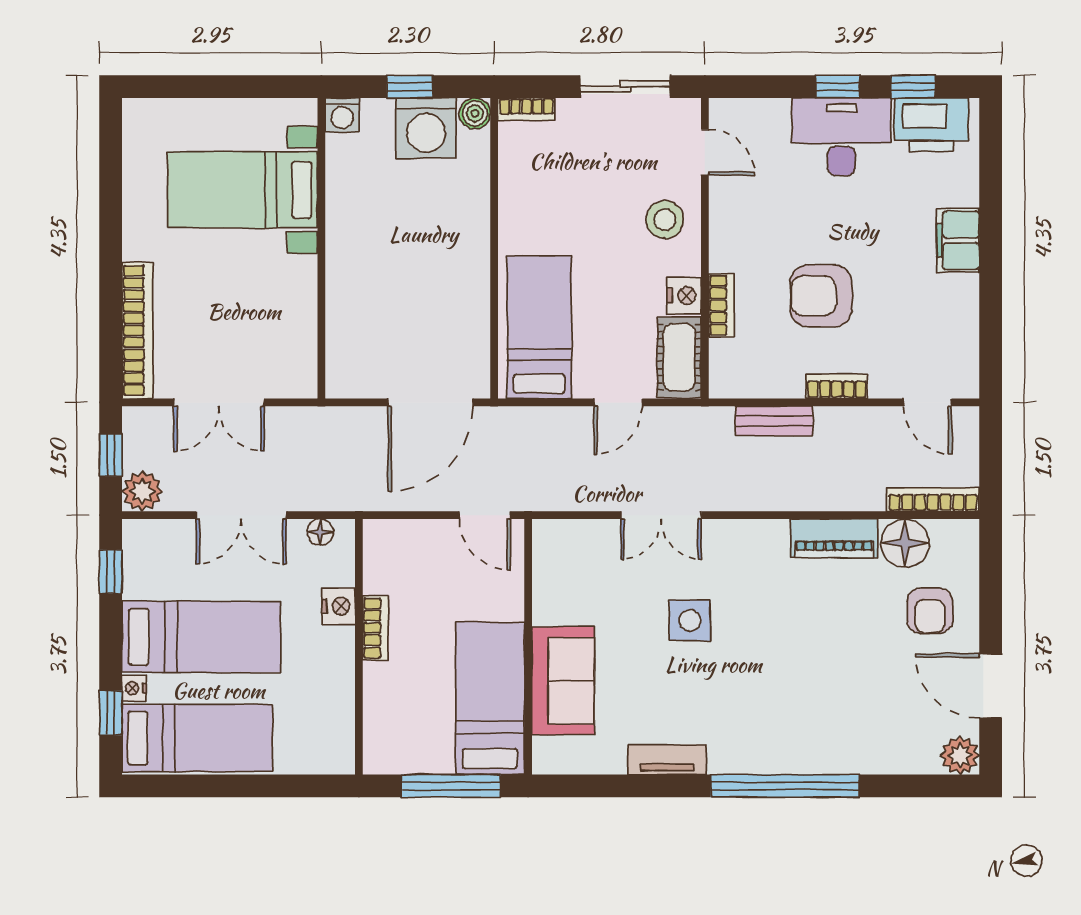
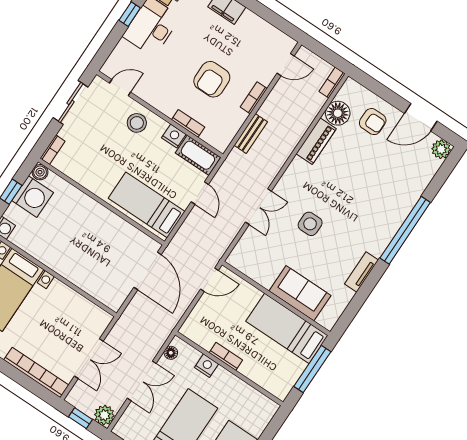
bookcase: (933, 500) -> (332, 83), width x0.64

